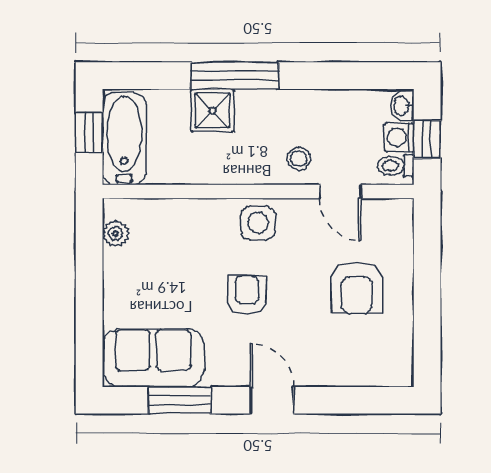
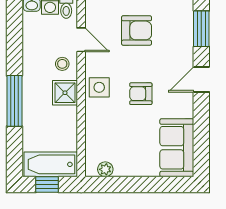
shower: (213, 110) -> (65, 93), moved
door: (341, 192) -> (81, 40), hinge flipped
window: (180, 400) -> (201, 29), moved

